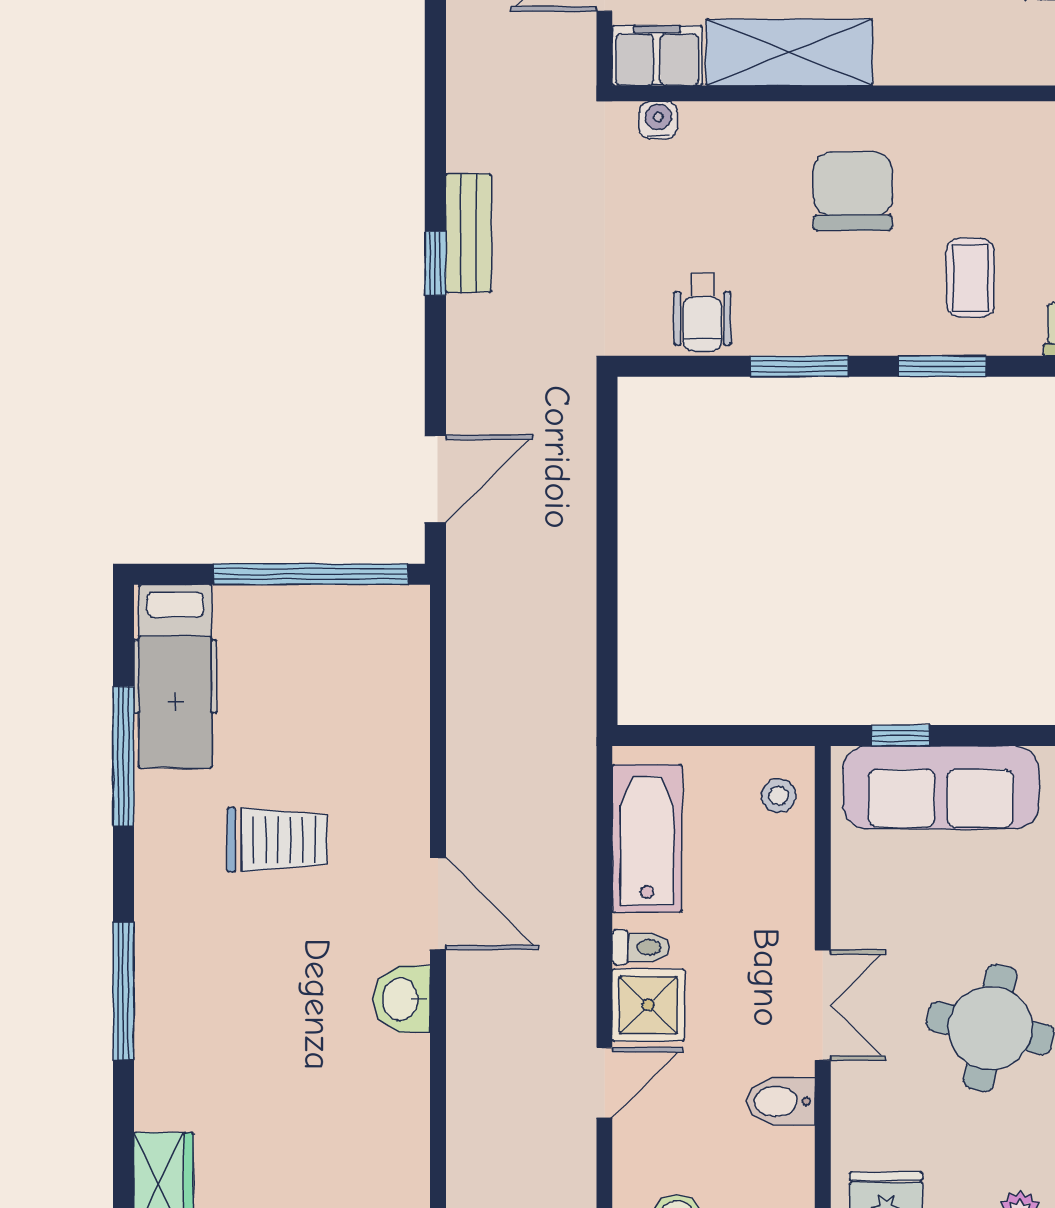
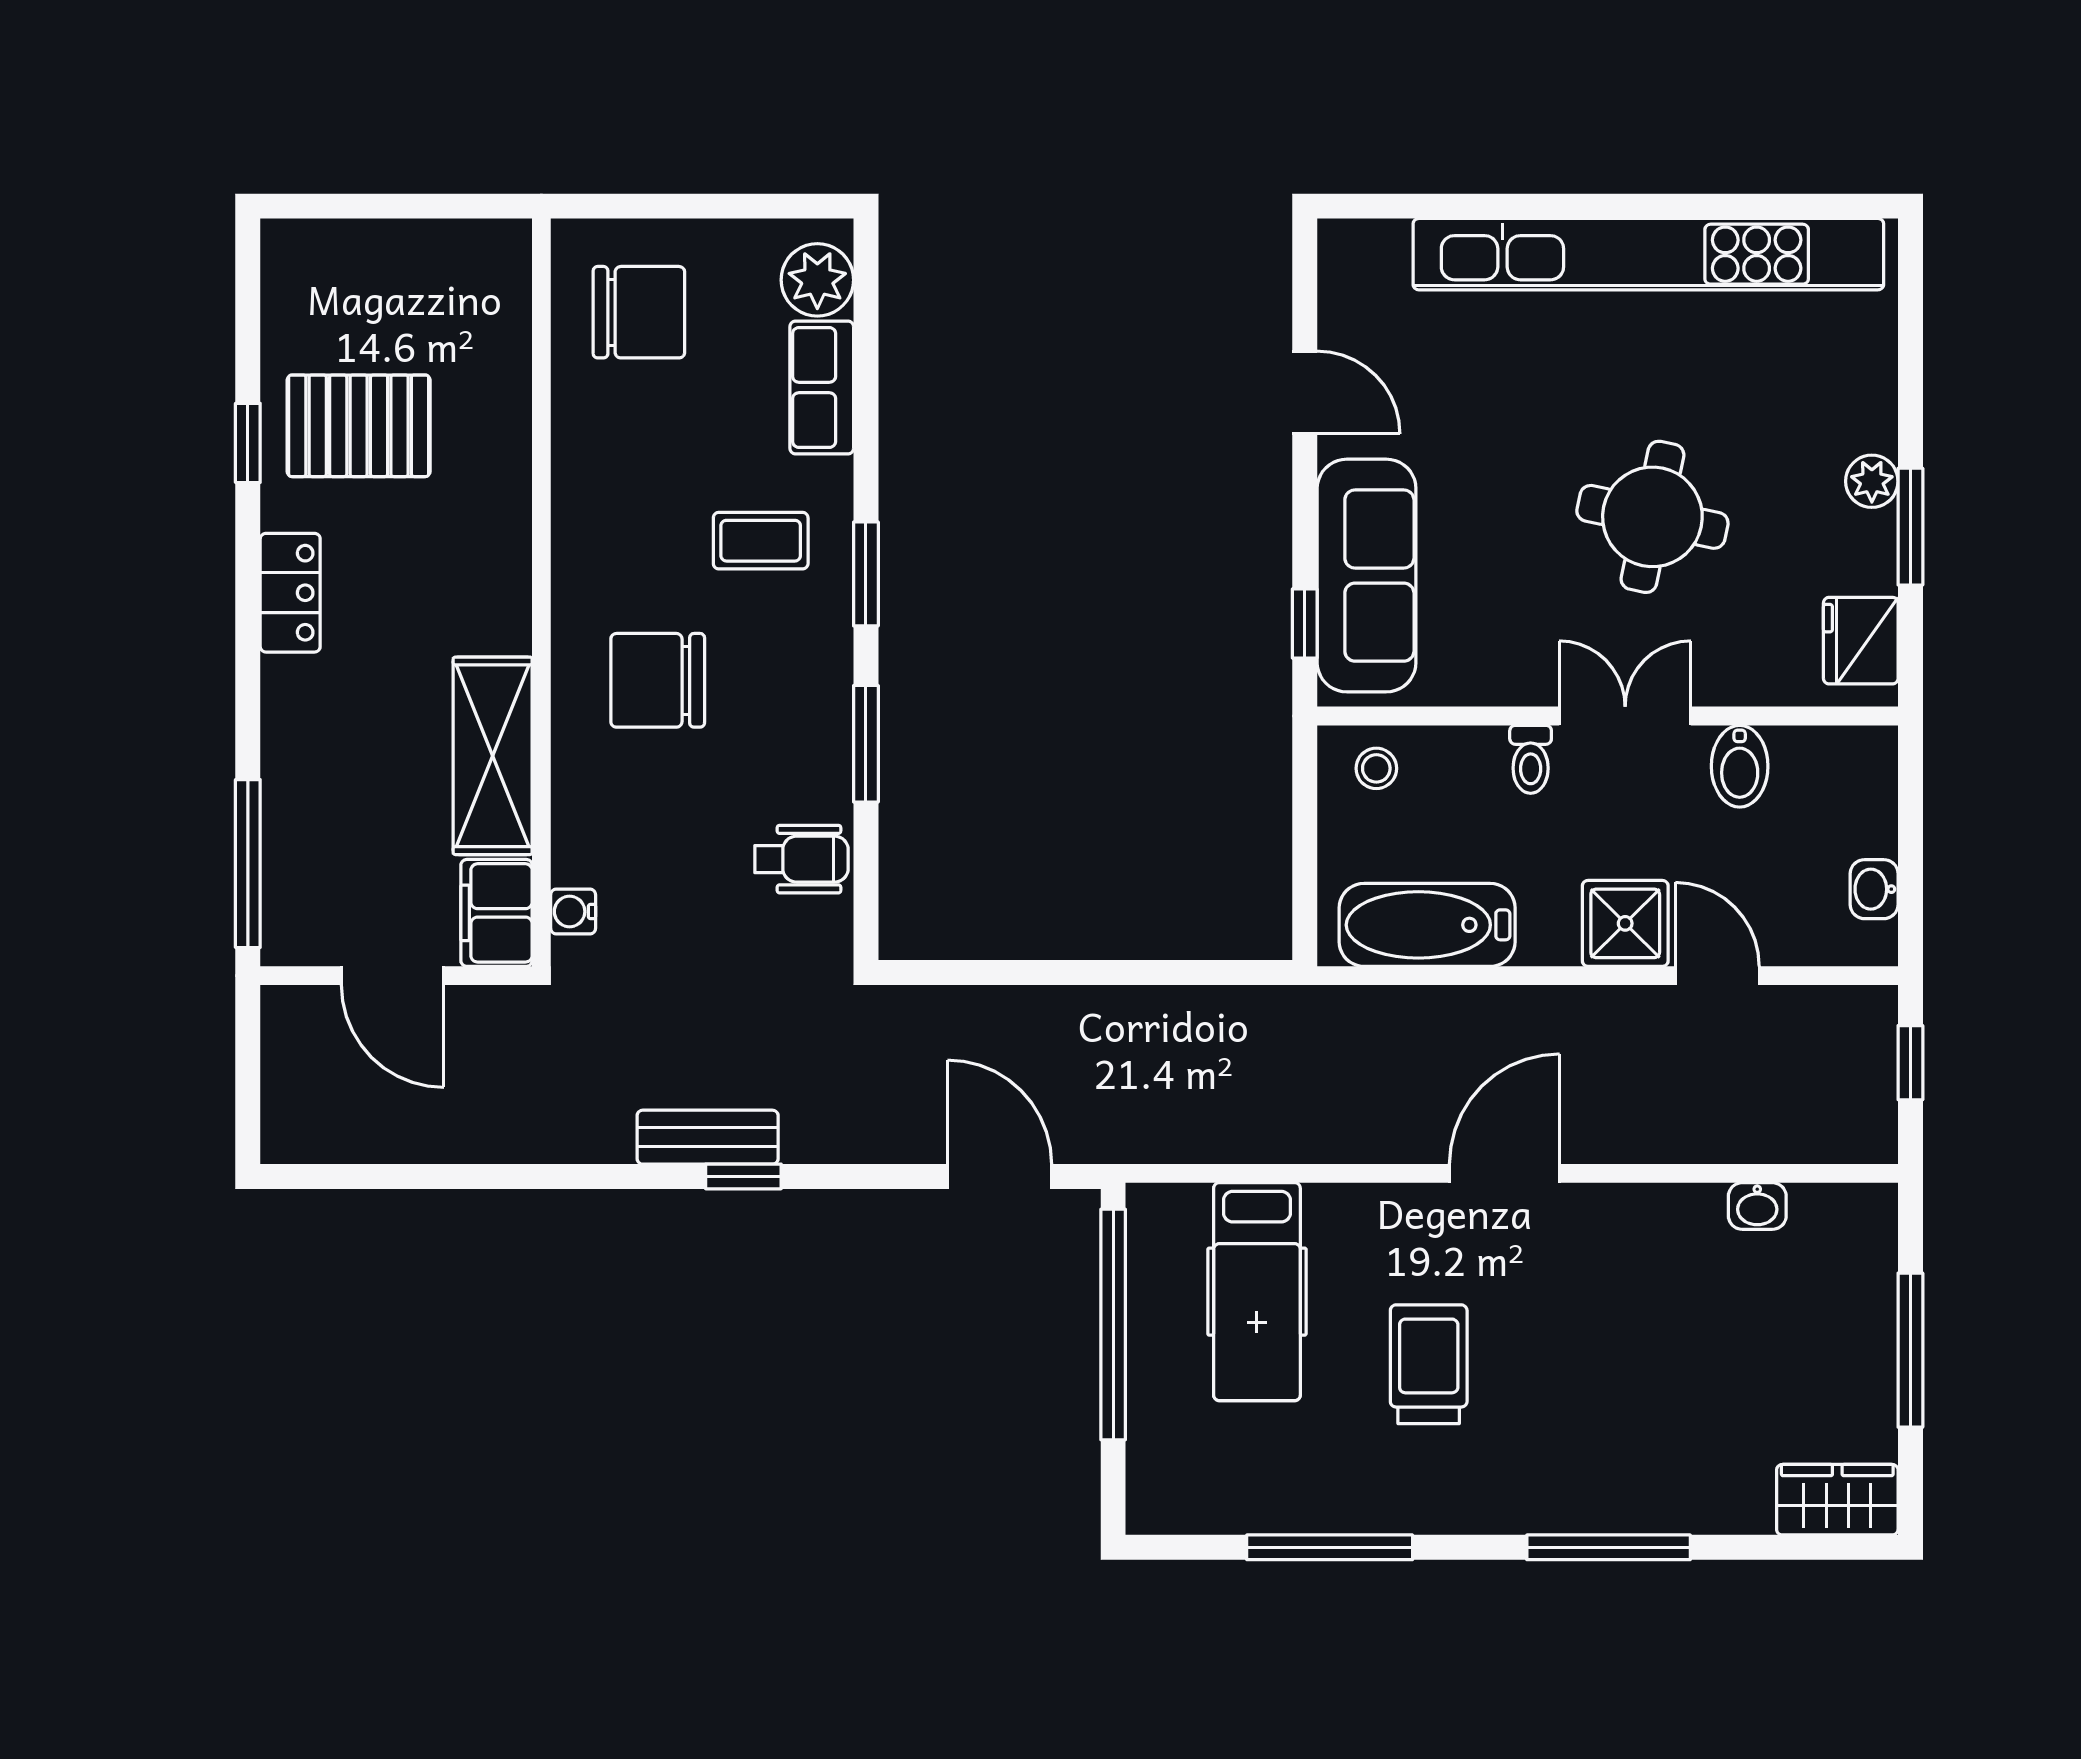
hospital bed: (175, 676) -> (1257, 1292), moved, turned 90
toilet: (641, 947) -> (1531, 759), moved, turned 180
washbasin: (402, 999) -> (1757, 1206), moved, width x0.72, depth x0.69

